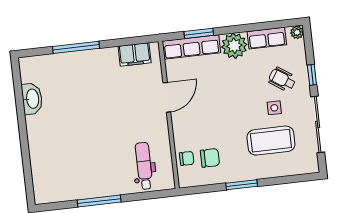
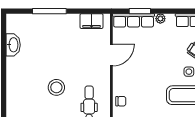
plant: (234, 46) -> (160, 19), width x0.53, depth x0.53
stool: (97, 150) -> (56, 87), added
chair: (210, 158) -> (138, 103), removed

